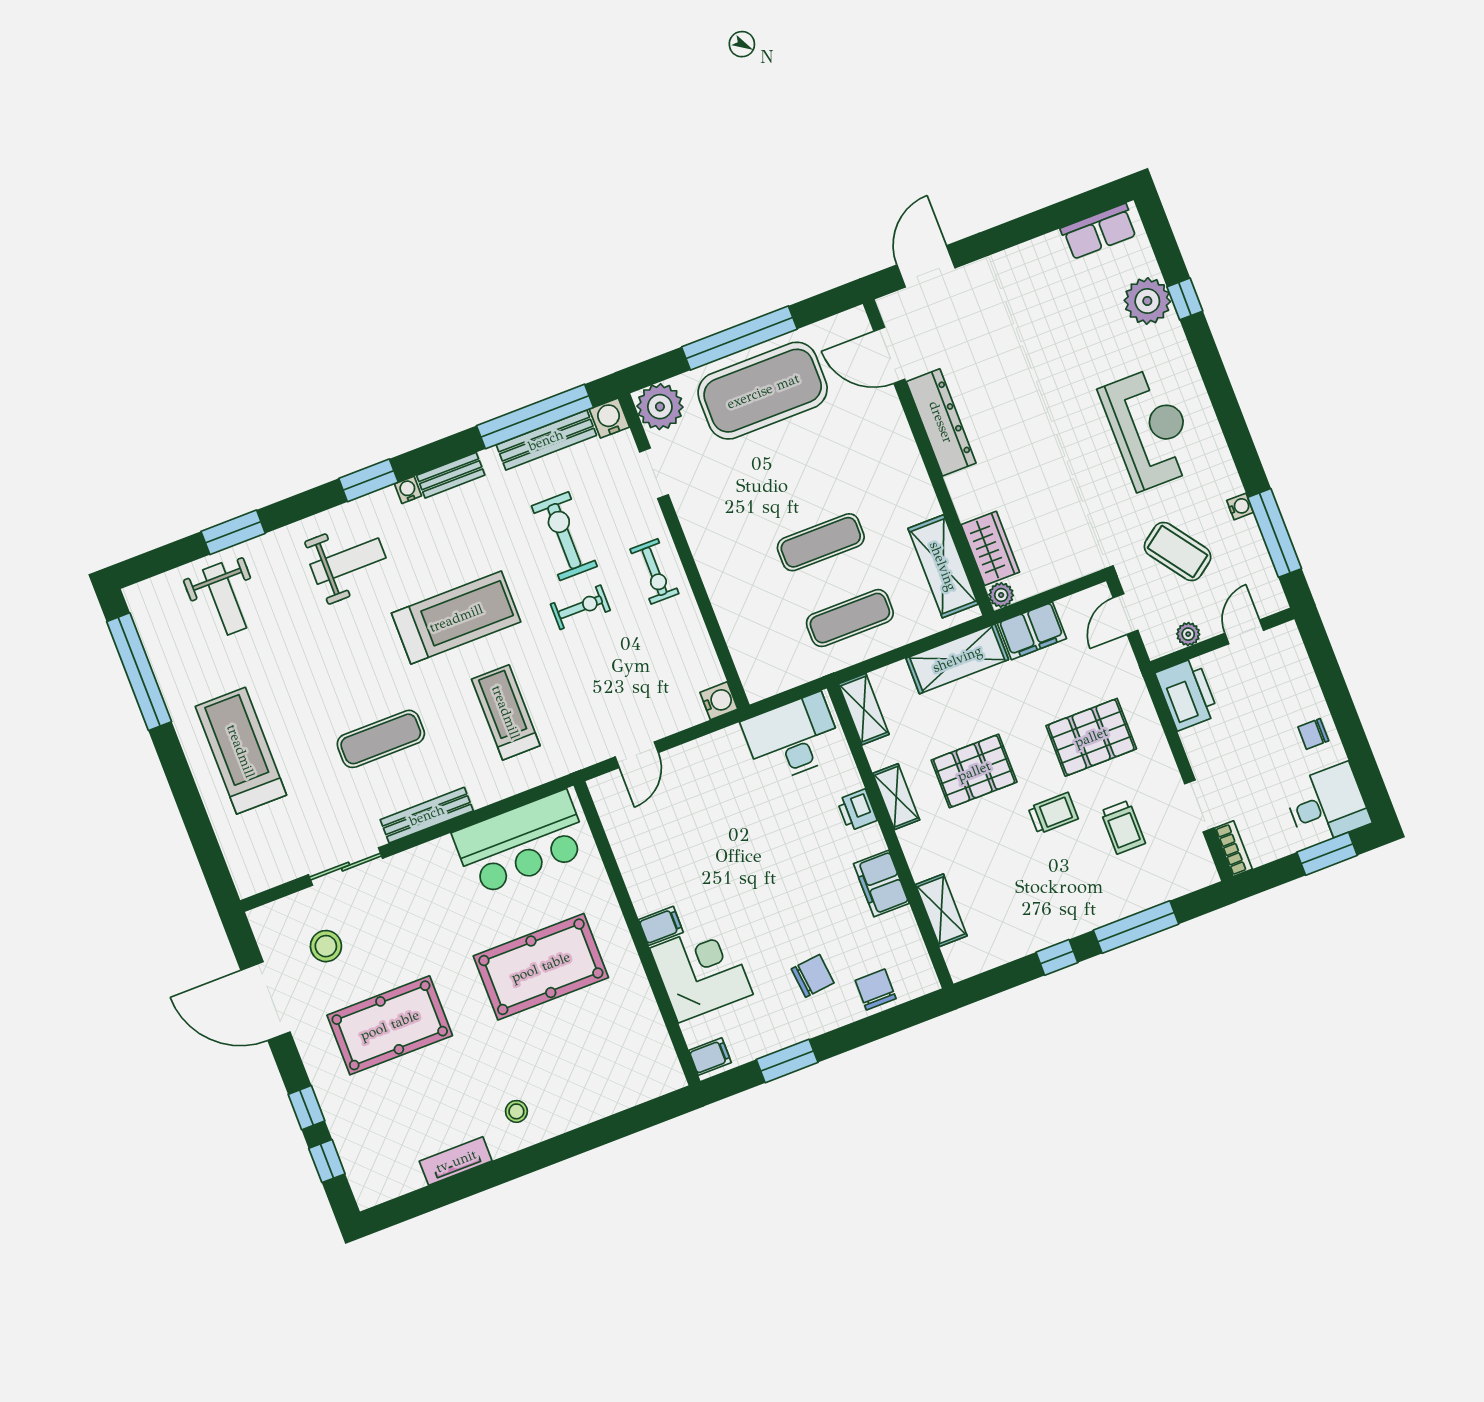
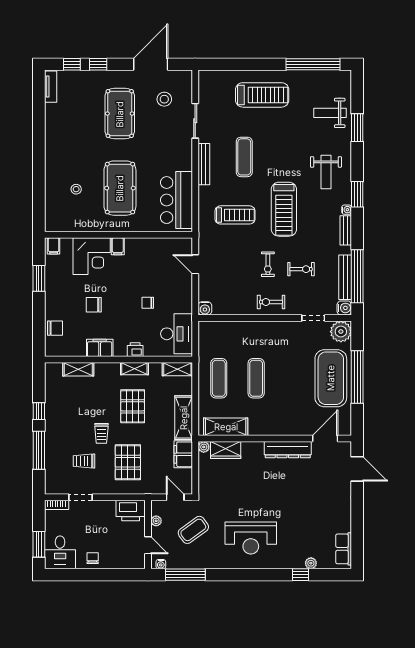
plant: (1147, 301) -> (311, 563), width x0.53, depth x0.53
water cooler: (1240, 506) -> (161, 564), moved
exercise bike: (564, 536) -> (301, 269), width x0.73, depth x0.72
chair: (752, 821) -> (148, 303), added
chair: (813, 976) -> (94, 305), moved, turned 96
stool: (516, 1111) -> (76, 189), moved
tv unit: (456, 1161) -> (51, 87), moved

